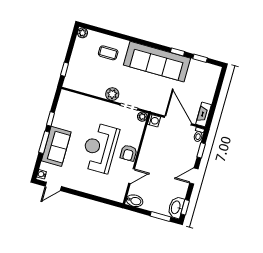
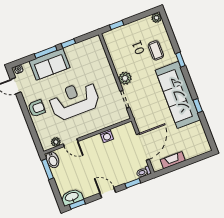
window: (200, 58) -> (180, 60), moved
fireplace: (204, 114) -> (173, 160), moved
plant: (142, 117) -> (56, 142), moved
washing machine: (154, 121) -> (107, 136), moved
armchair: (128, 153) -> (37, 108), moved, turned 180
window: (161, 216) -> (47, 169), moved

